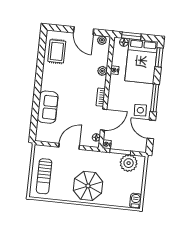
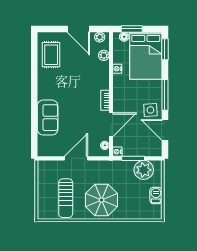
plant: (102, 71) -> (104, 55), moved
sun lounger: (44, 176) -> (66, 198), moved
barbecue: (136, 201) -> (156, 196), moved

